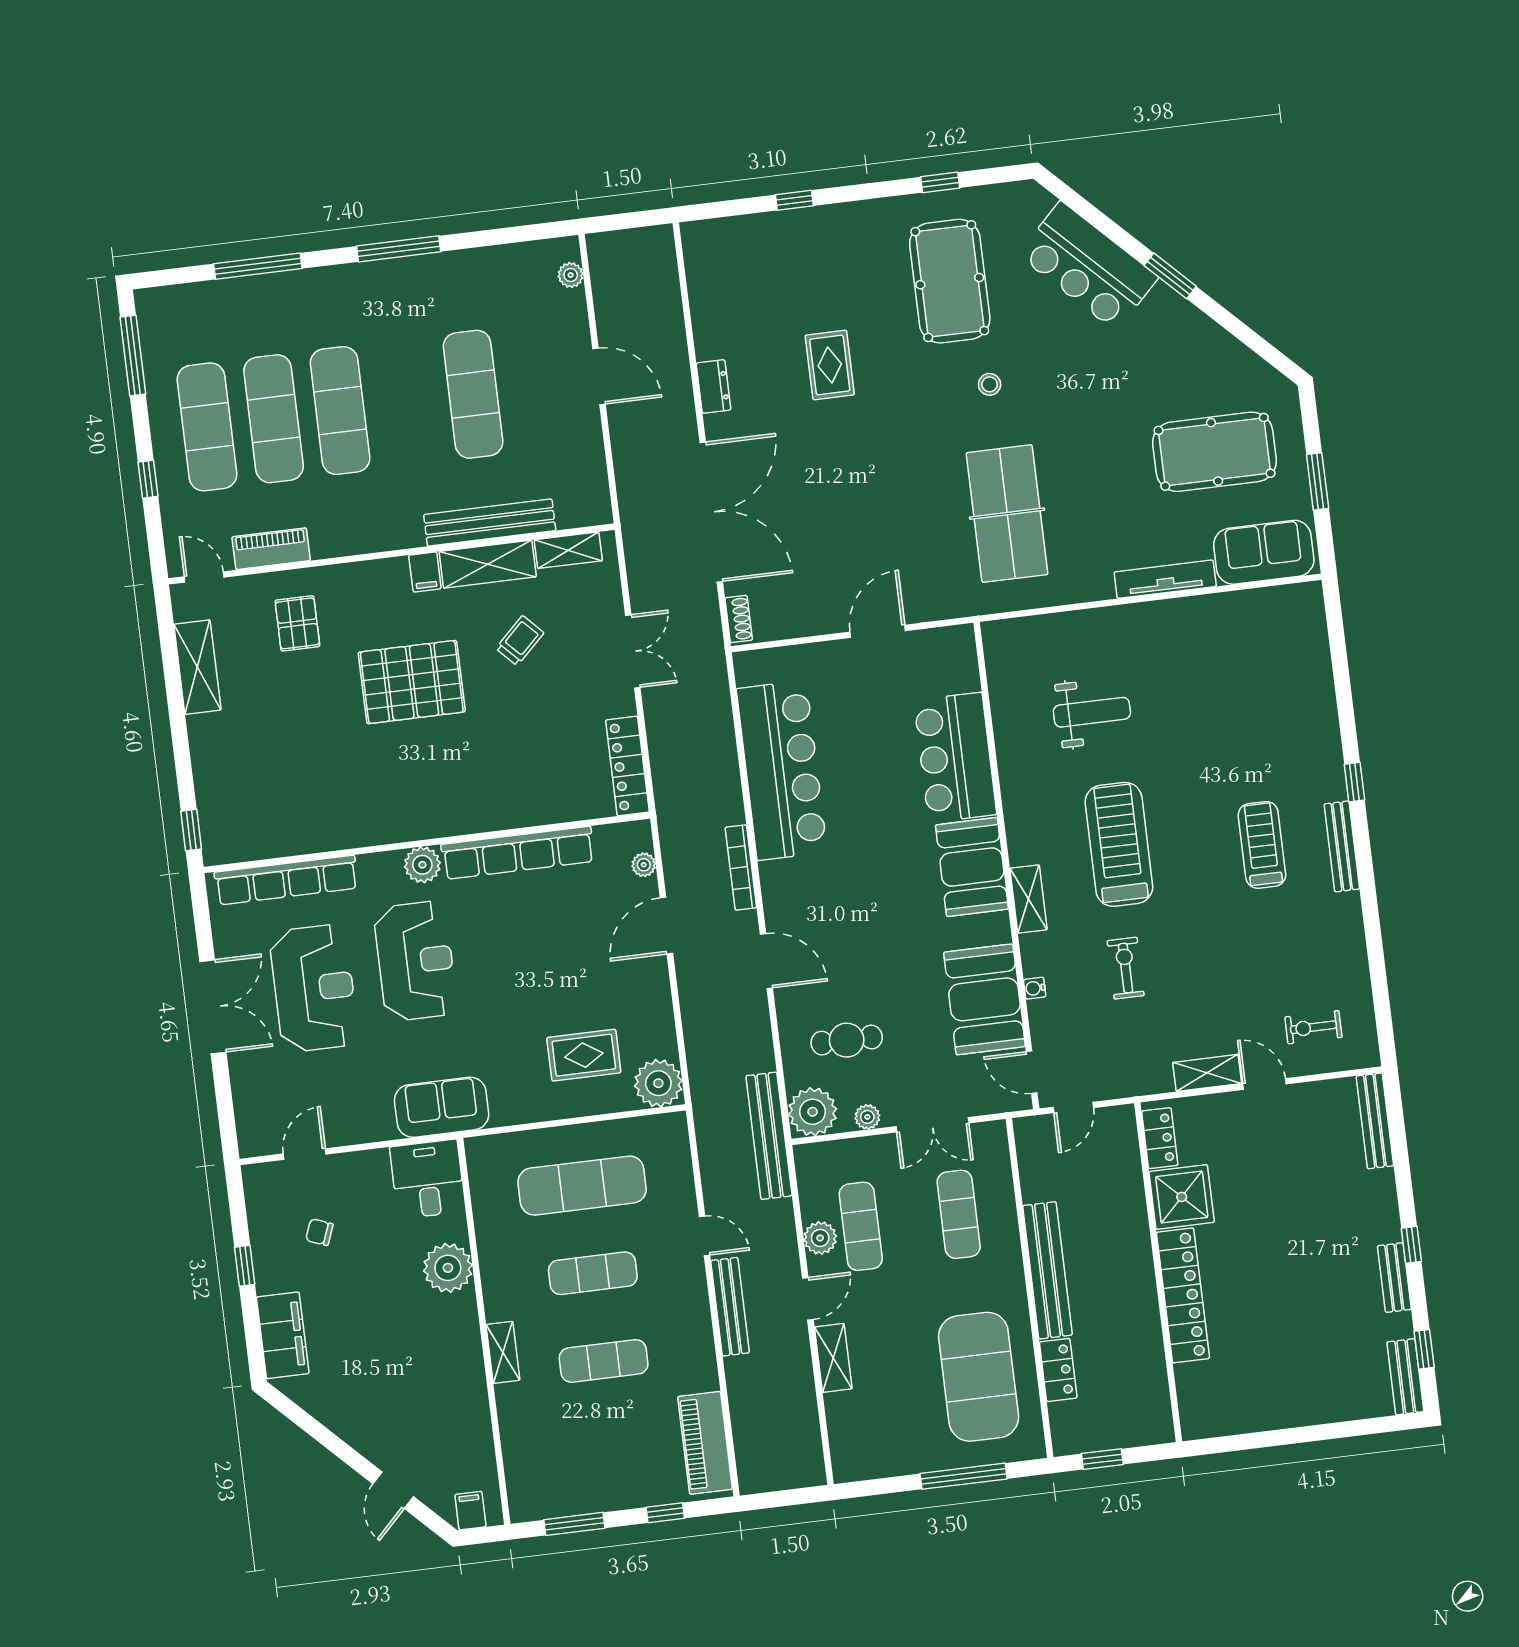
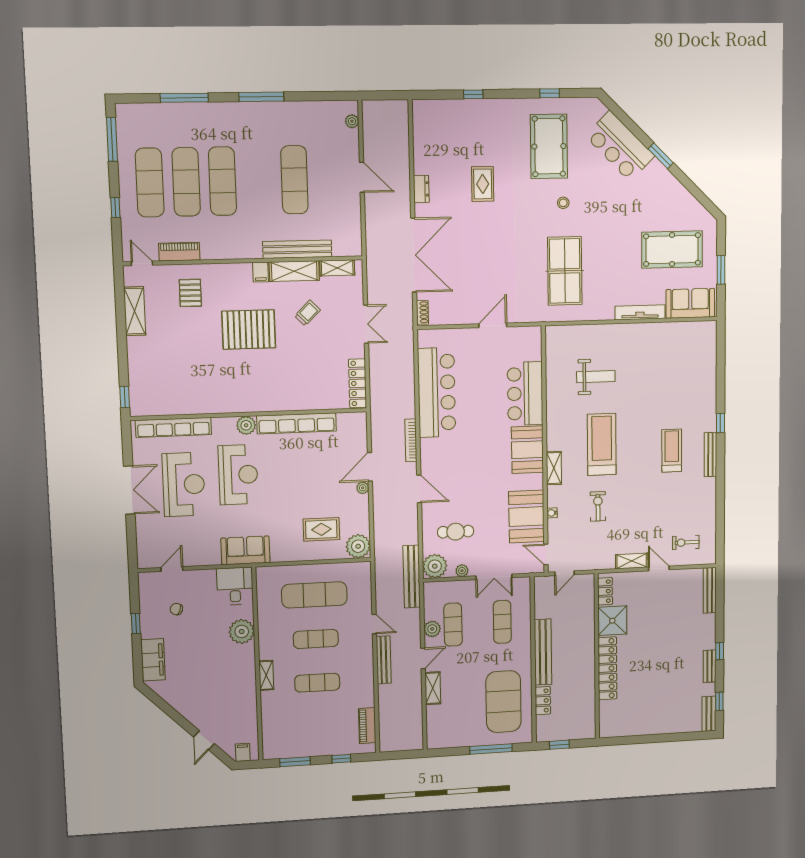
plant: (644, 865) -> (363, 488), moved
piano: (705, 1443) -> (367, 726), width x0.73, depth x0.75

